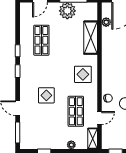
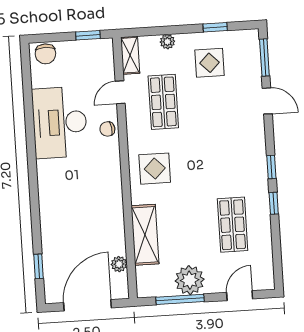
display table: (46, 95) -> (210, 63), moved

